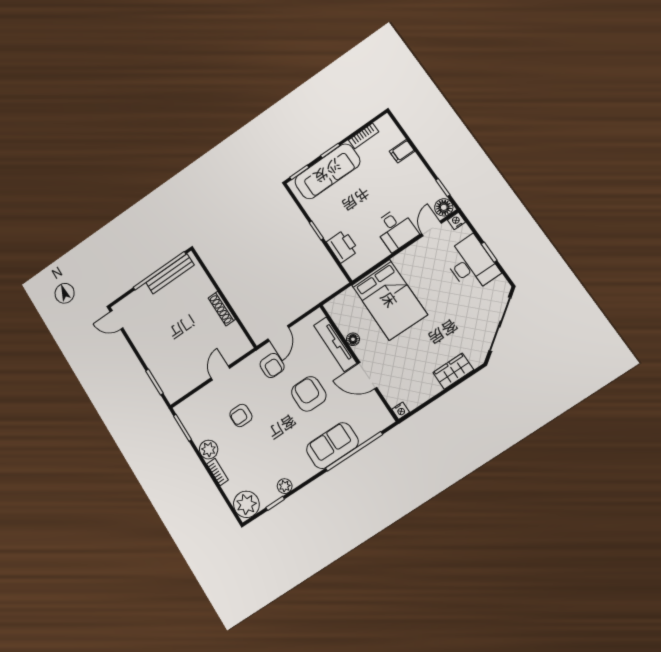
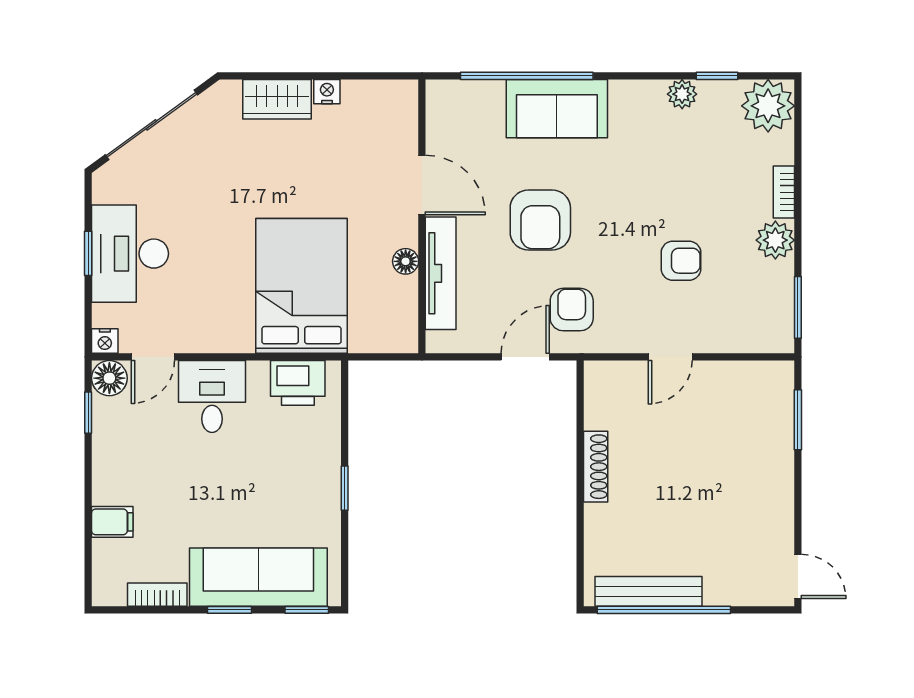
printer: (343, 246) -> (298, 383), moved, turned -90
nightstand: (401, 411) -> (327, 92), moved

